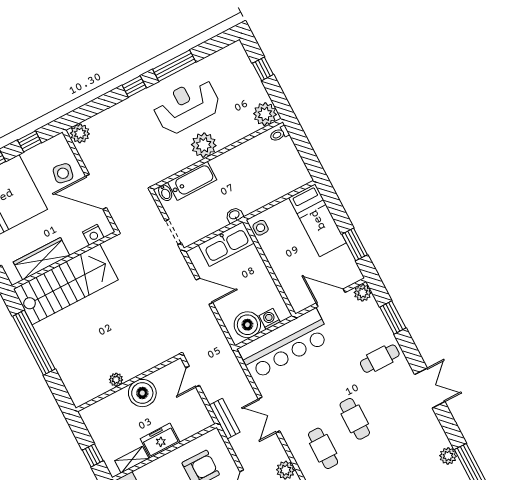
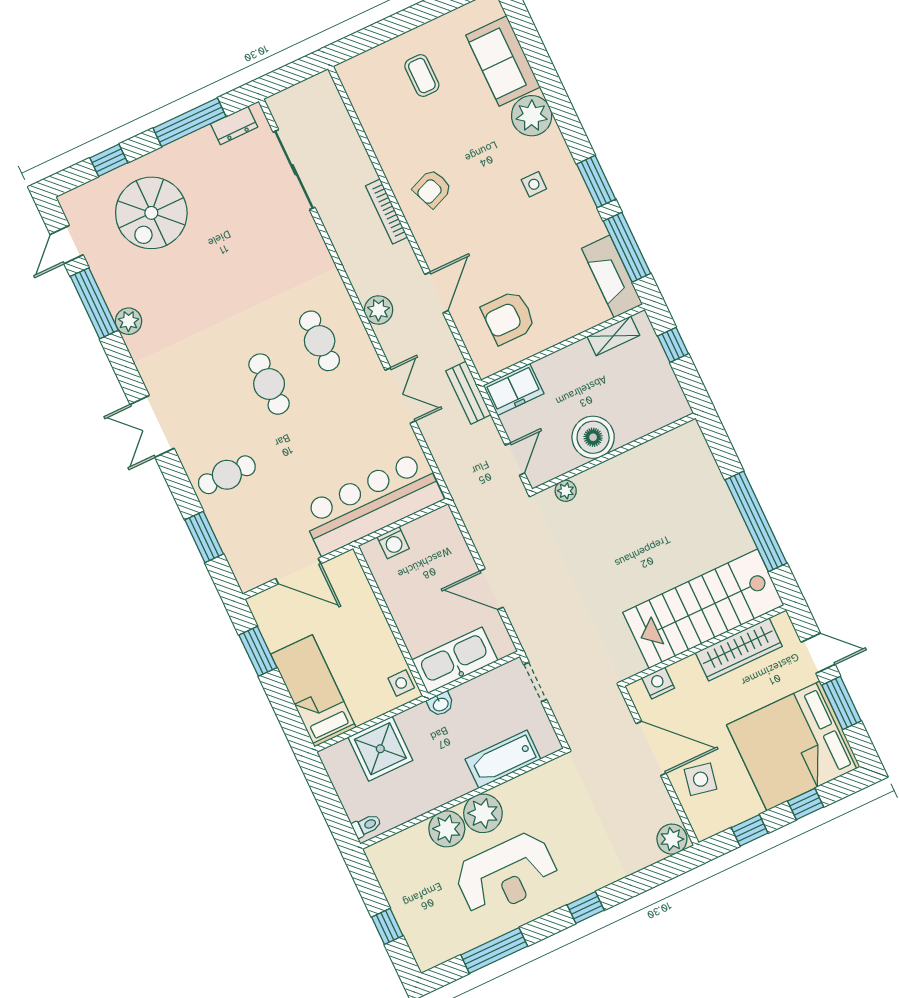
window: (174, 66) -> (494, 951), moved
plant: (265, 114) -> (447, 829), moved
shower: (272, 184) -> (380, 749), added
bidet: (165, 193) -> (545, 743), removed
plant: (363, 293) -> (249, 577), removed
boiler: (247, 325) -> (428, 535), removed
plant: (116, 380) -> (566, 491), moved
freezer: (160, 440) -> (514, 389), moved

